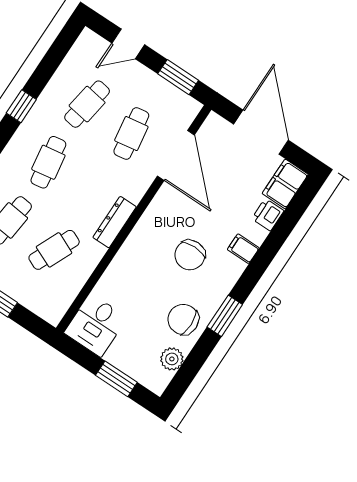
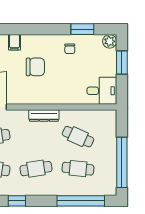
window: (225, 316) -> (82, 29), moved
chair: (183, 319) -> (70, 49), width x0.54, depth x0.54
plant: (172, 359) -> (110, 41), moved

